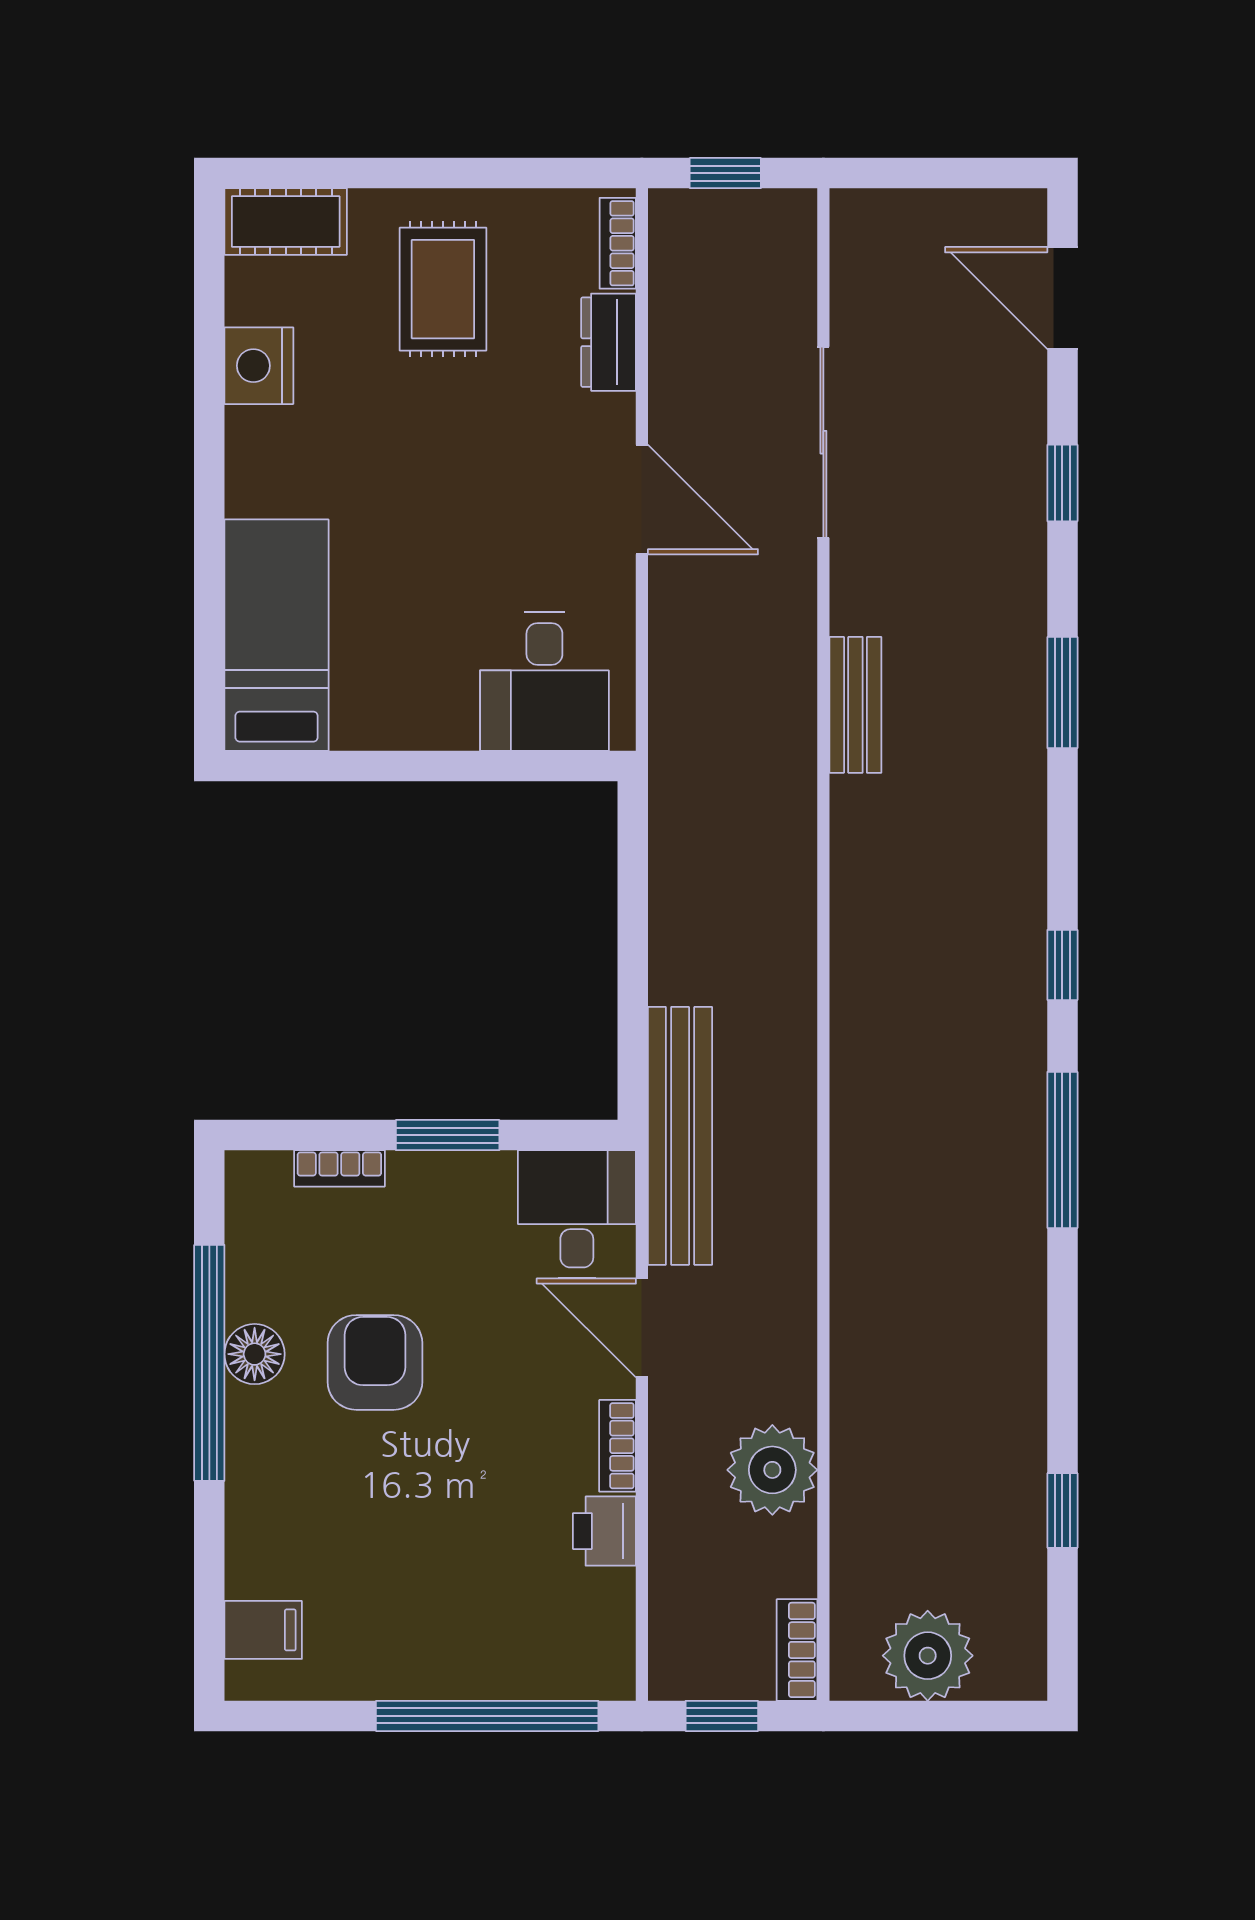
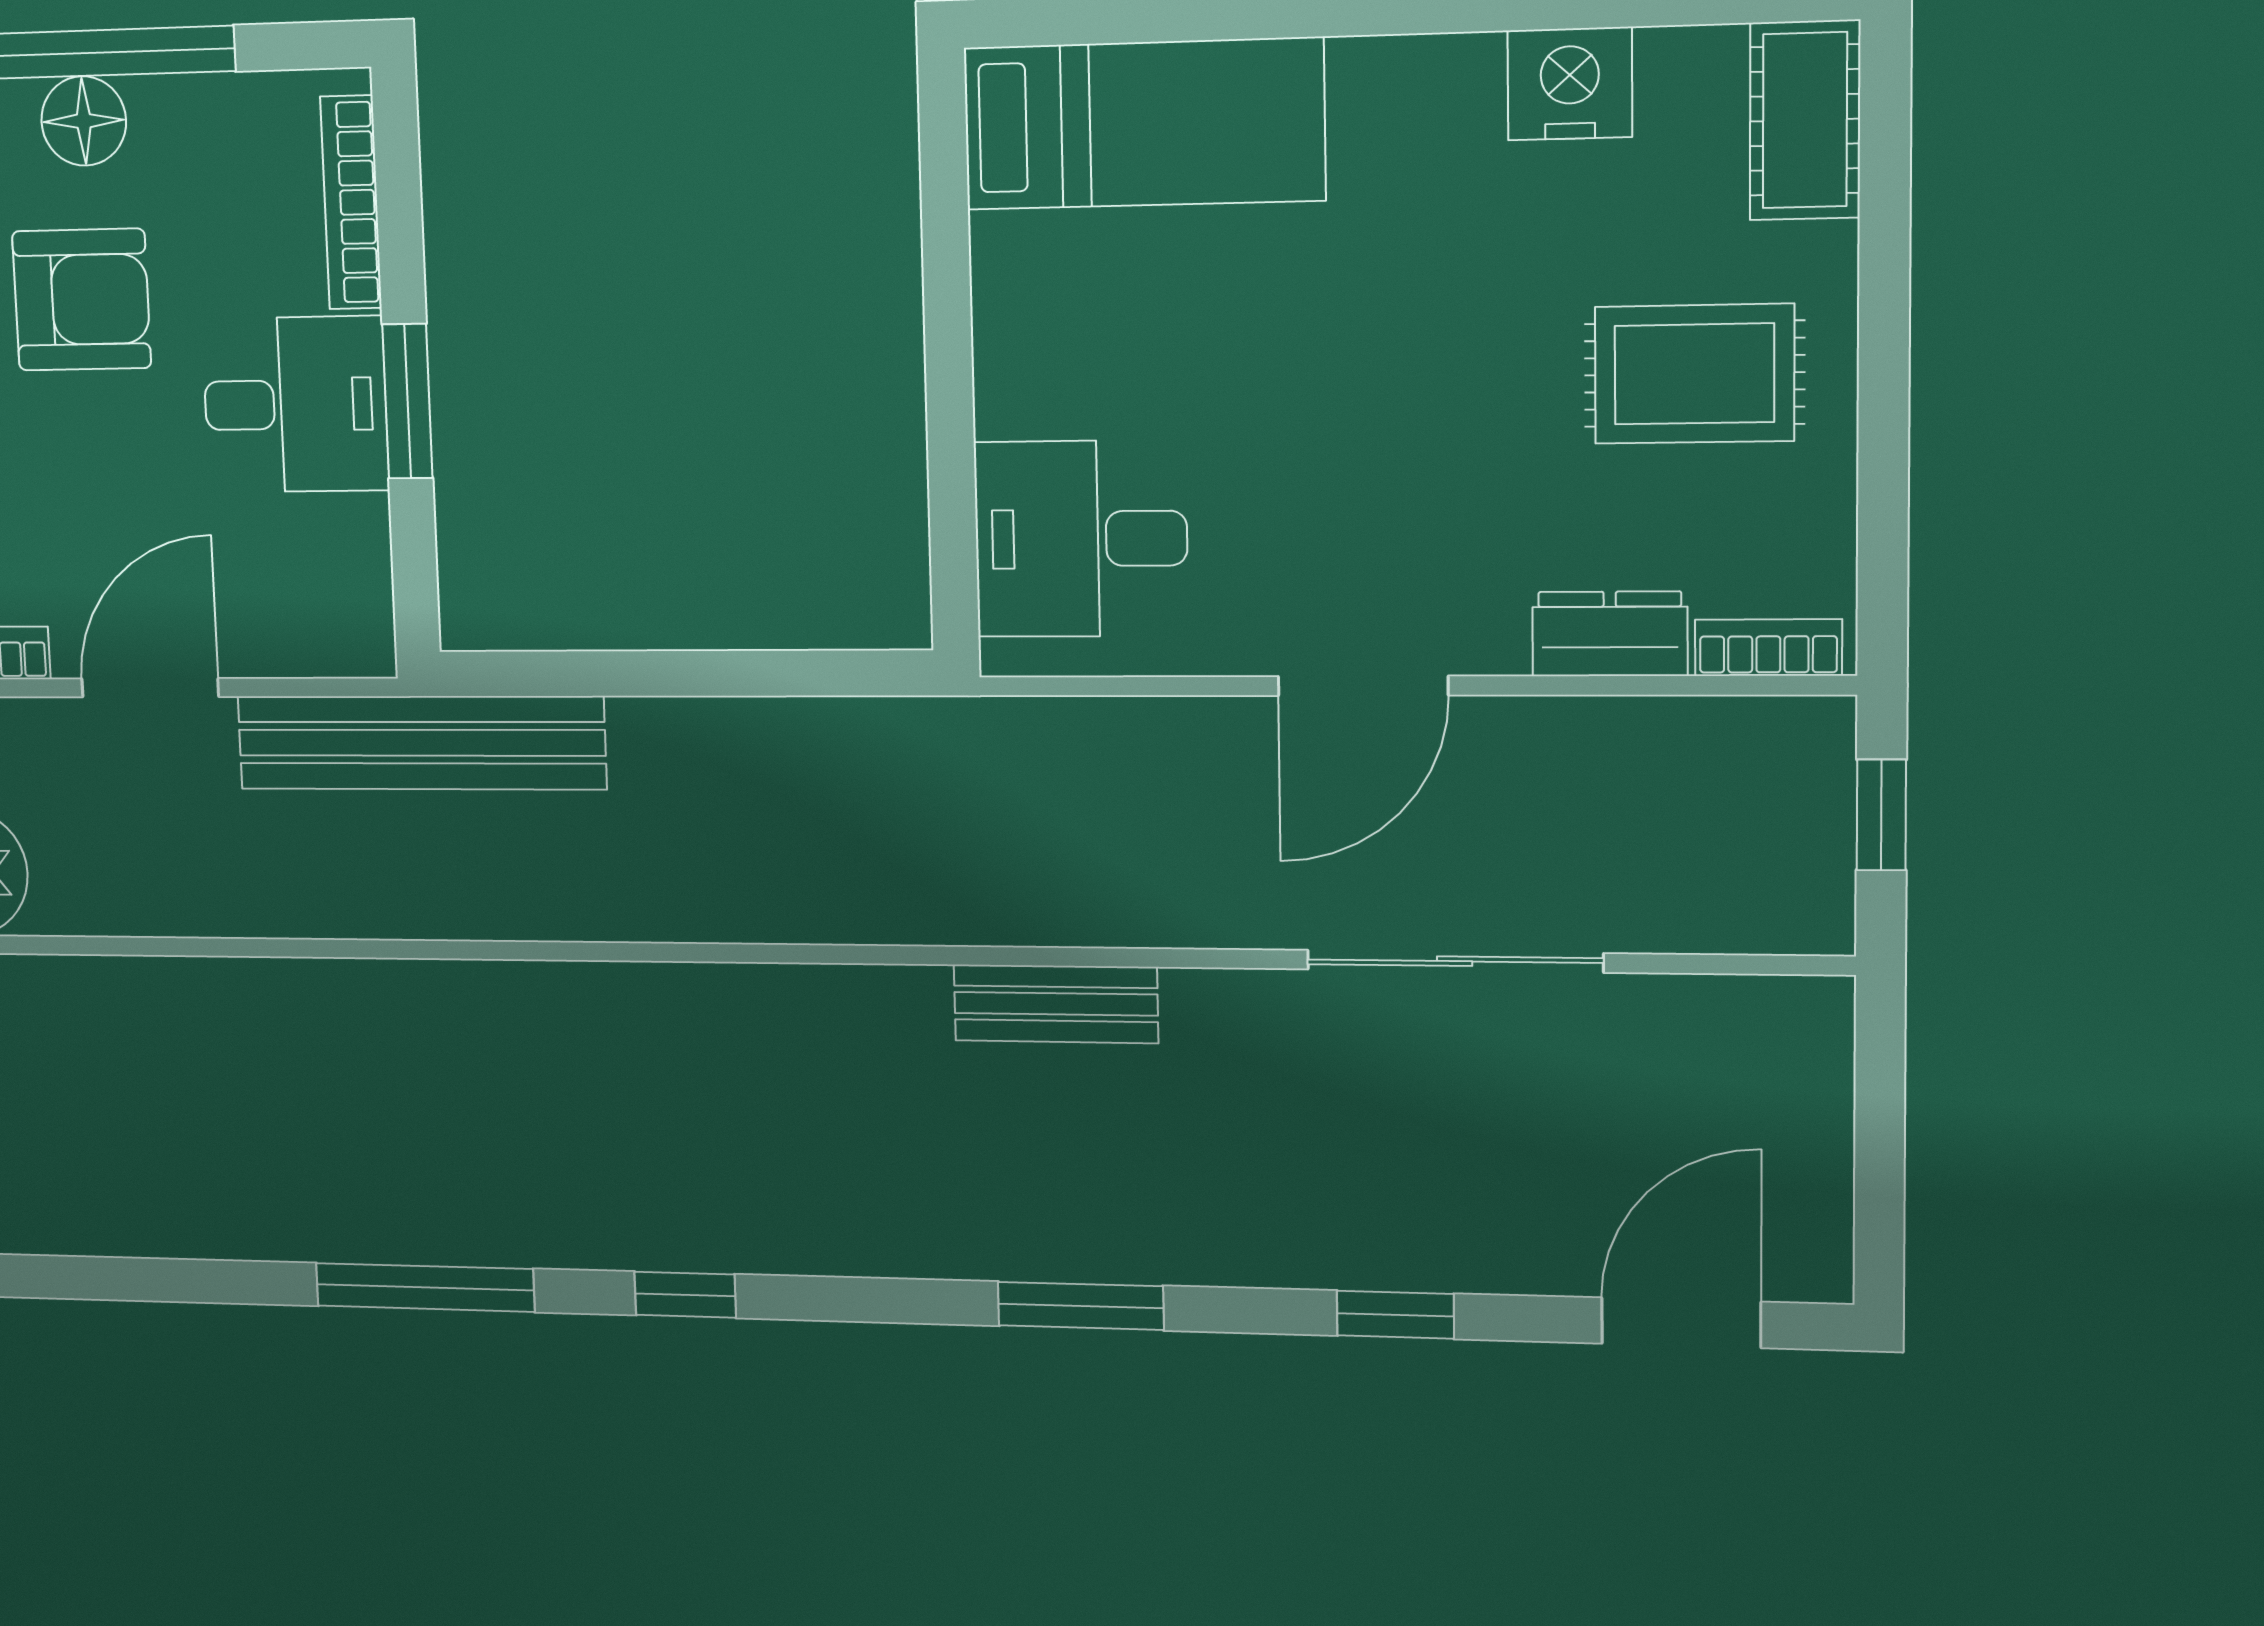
bookcase: (339, 1168) -> (351, 202), width x1.56
desk: (577, 1214) -> (295, 404), moved

